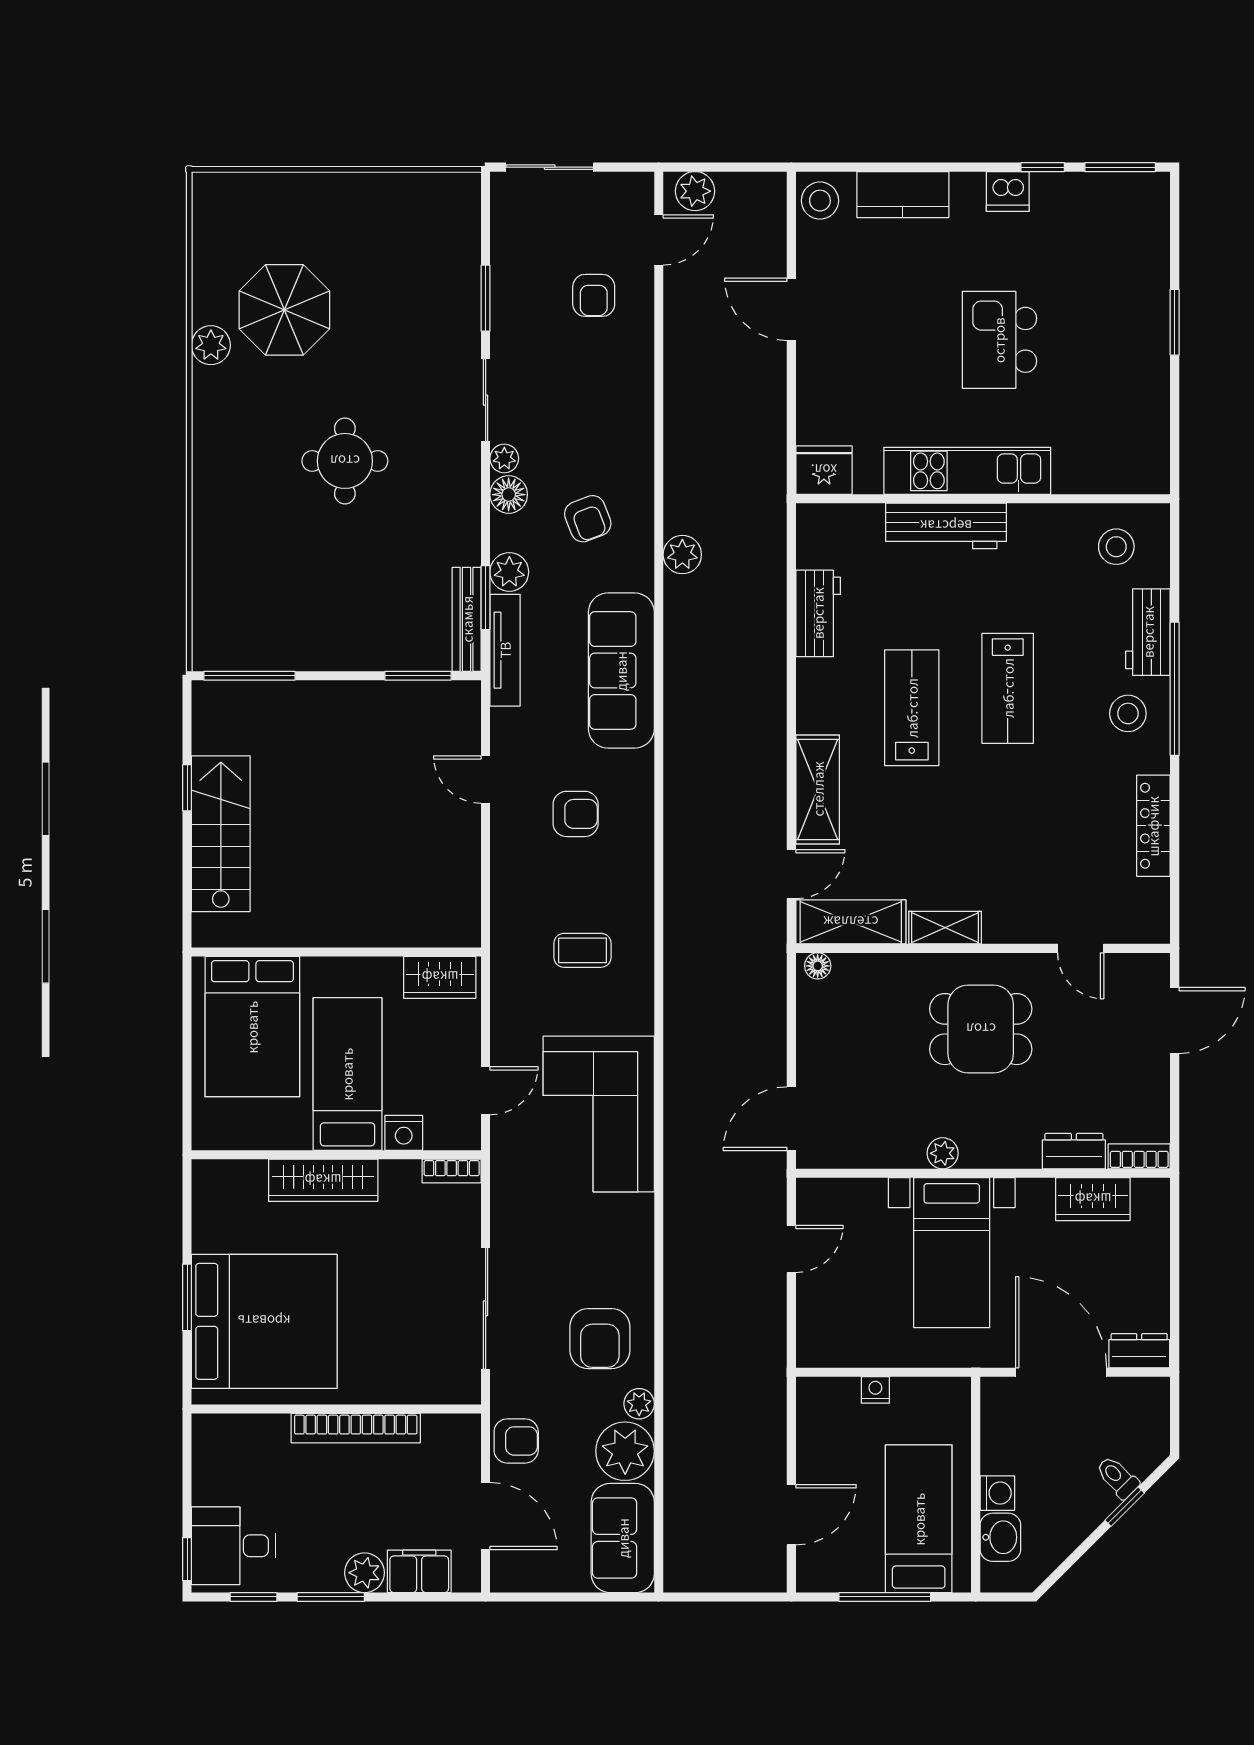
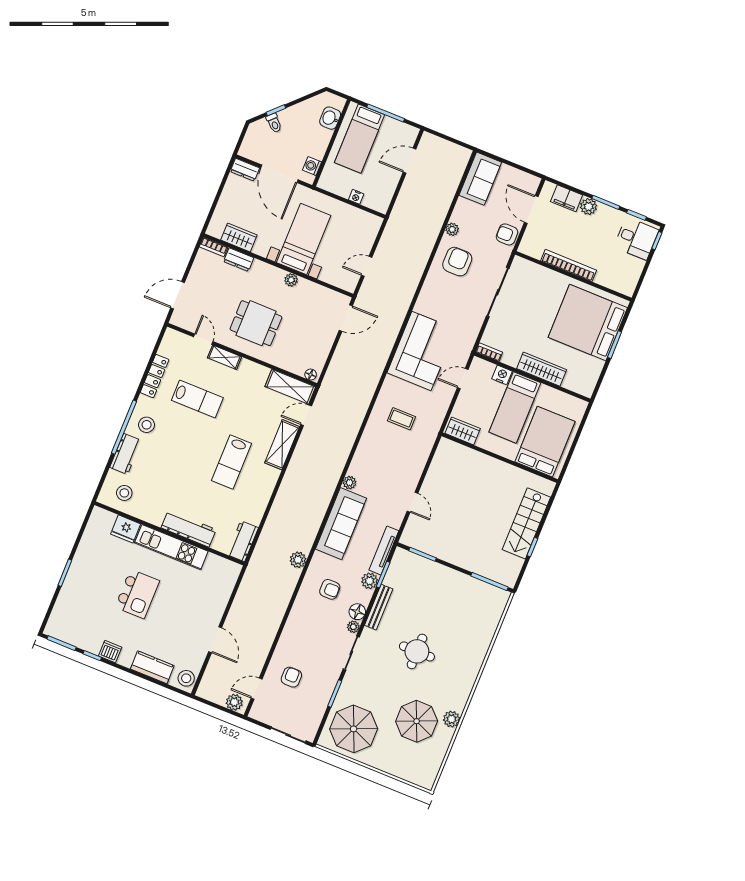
parasol: (414, 238) -> (354, 729), added
fridge: (824, 470) -> (126, 529), moved
armchair: (588, 519) -> (330, 589), turned 111
workbench: (818, 613) -> (243, 541), moved
bench: (467, 619) -> (379, 607), moved
lab bench: (1008, 688) -> (197, 399), moved, turned 90
armchair: (576, 814) -> (382, 474), removed
shelving: (945, 928) -> (225, 357), moved
plant: (625, 1451) -> (350, 483), moved, width x0.53, depth x0.53
washing machine: (997, 1493) -> (312, 166), moved

